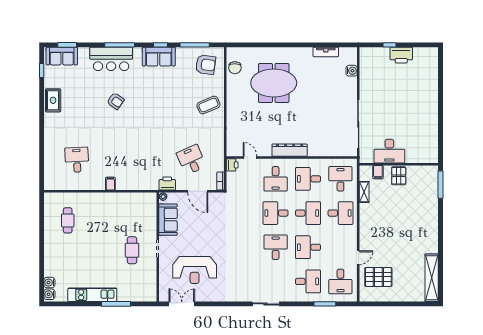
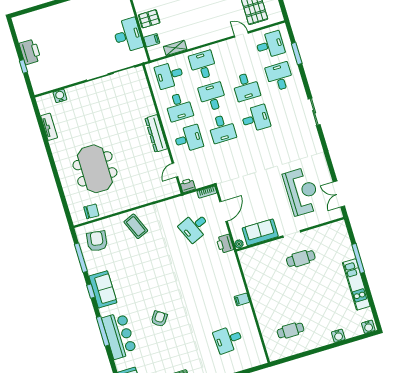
desk: (276, 247) -> (256, 119), turned 180
water cooler: (49, 283) -> (338, 336), moved

